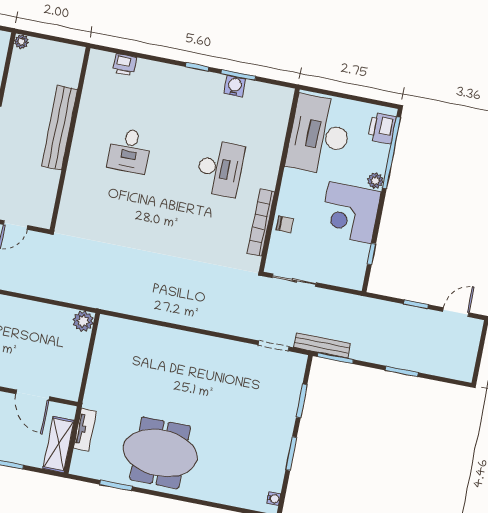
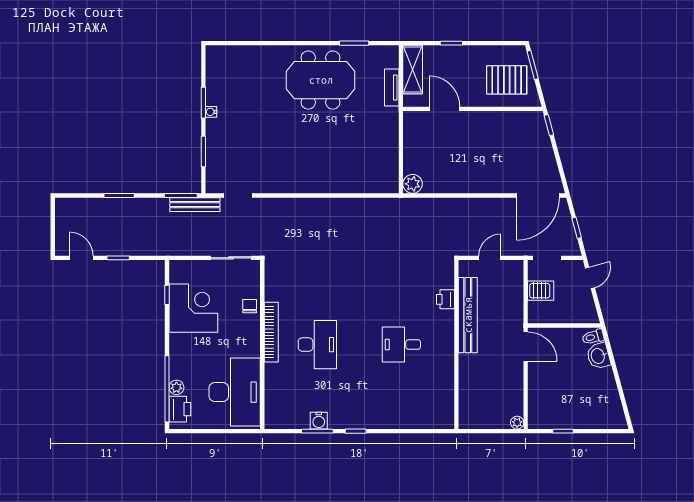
printer: (125, 65) -> (445, 299), moved, turned -90
bench: (60, 128) -> (468, 315), moved
desk: (129, 151) -> (401, 345), turned -90
desk: (220, 168) -> (317, 345), turned 180
plant: (375, 181) -> (176, 387), moved
corner desk: (350, 213) -> (193, 308), moved
bookcase: (261, 223) -> (271, 332), moved
chair: (285, 224) -> (250, 306), turned 90
door: (456, 312) -> (81, 258), swing flipped
water cooler: (274, 499) -> (211, 112), moved

